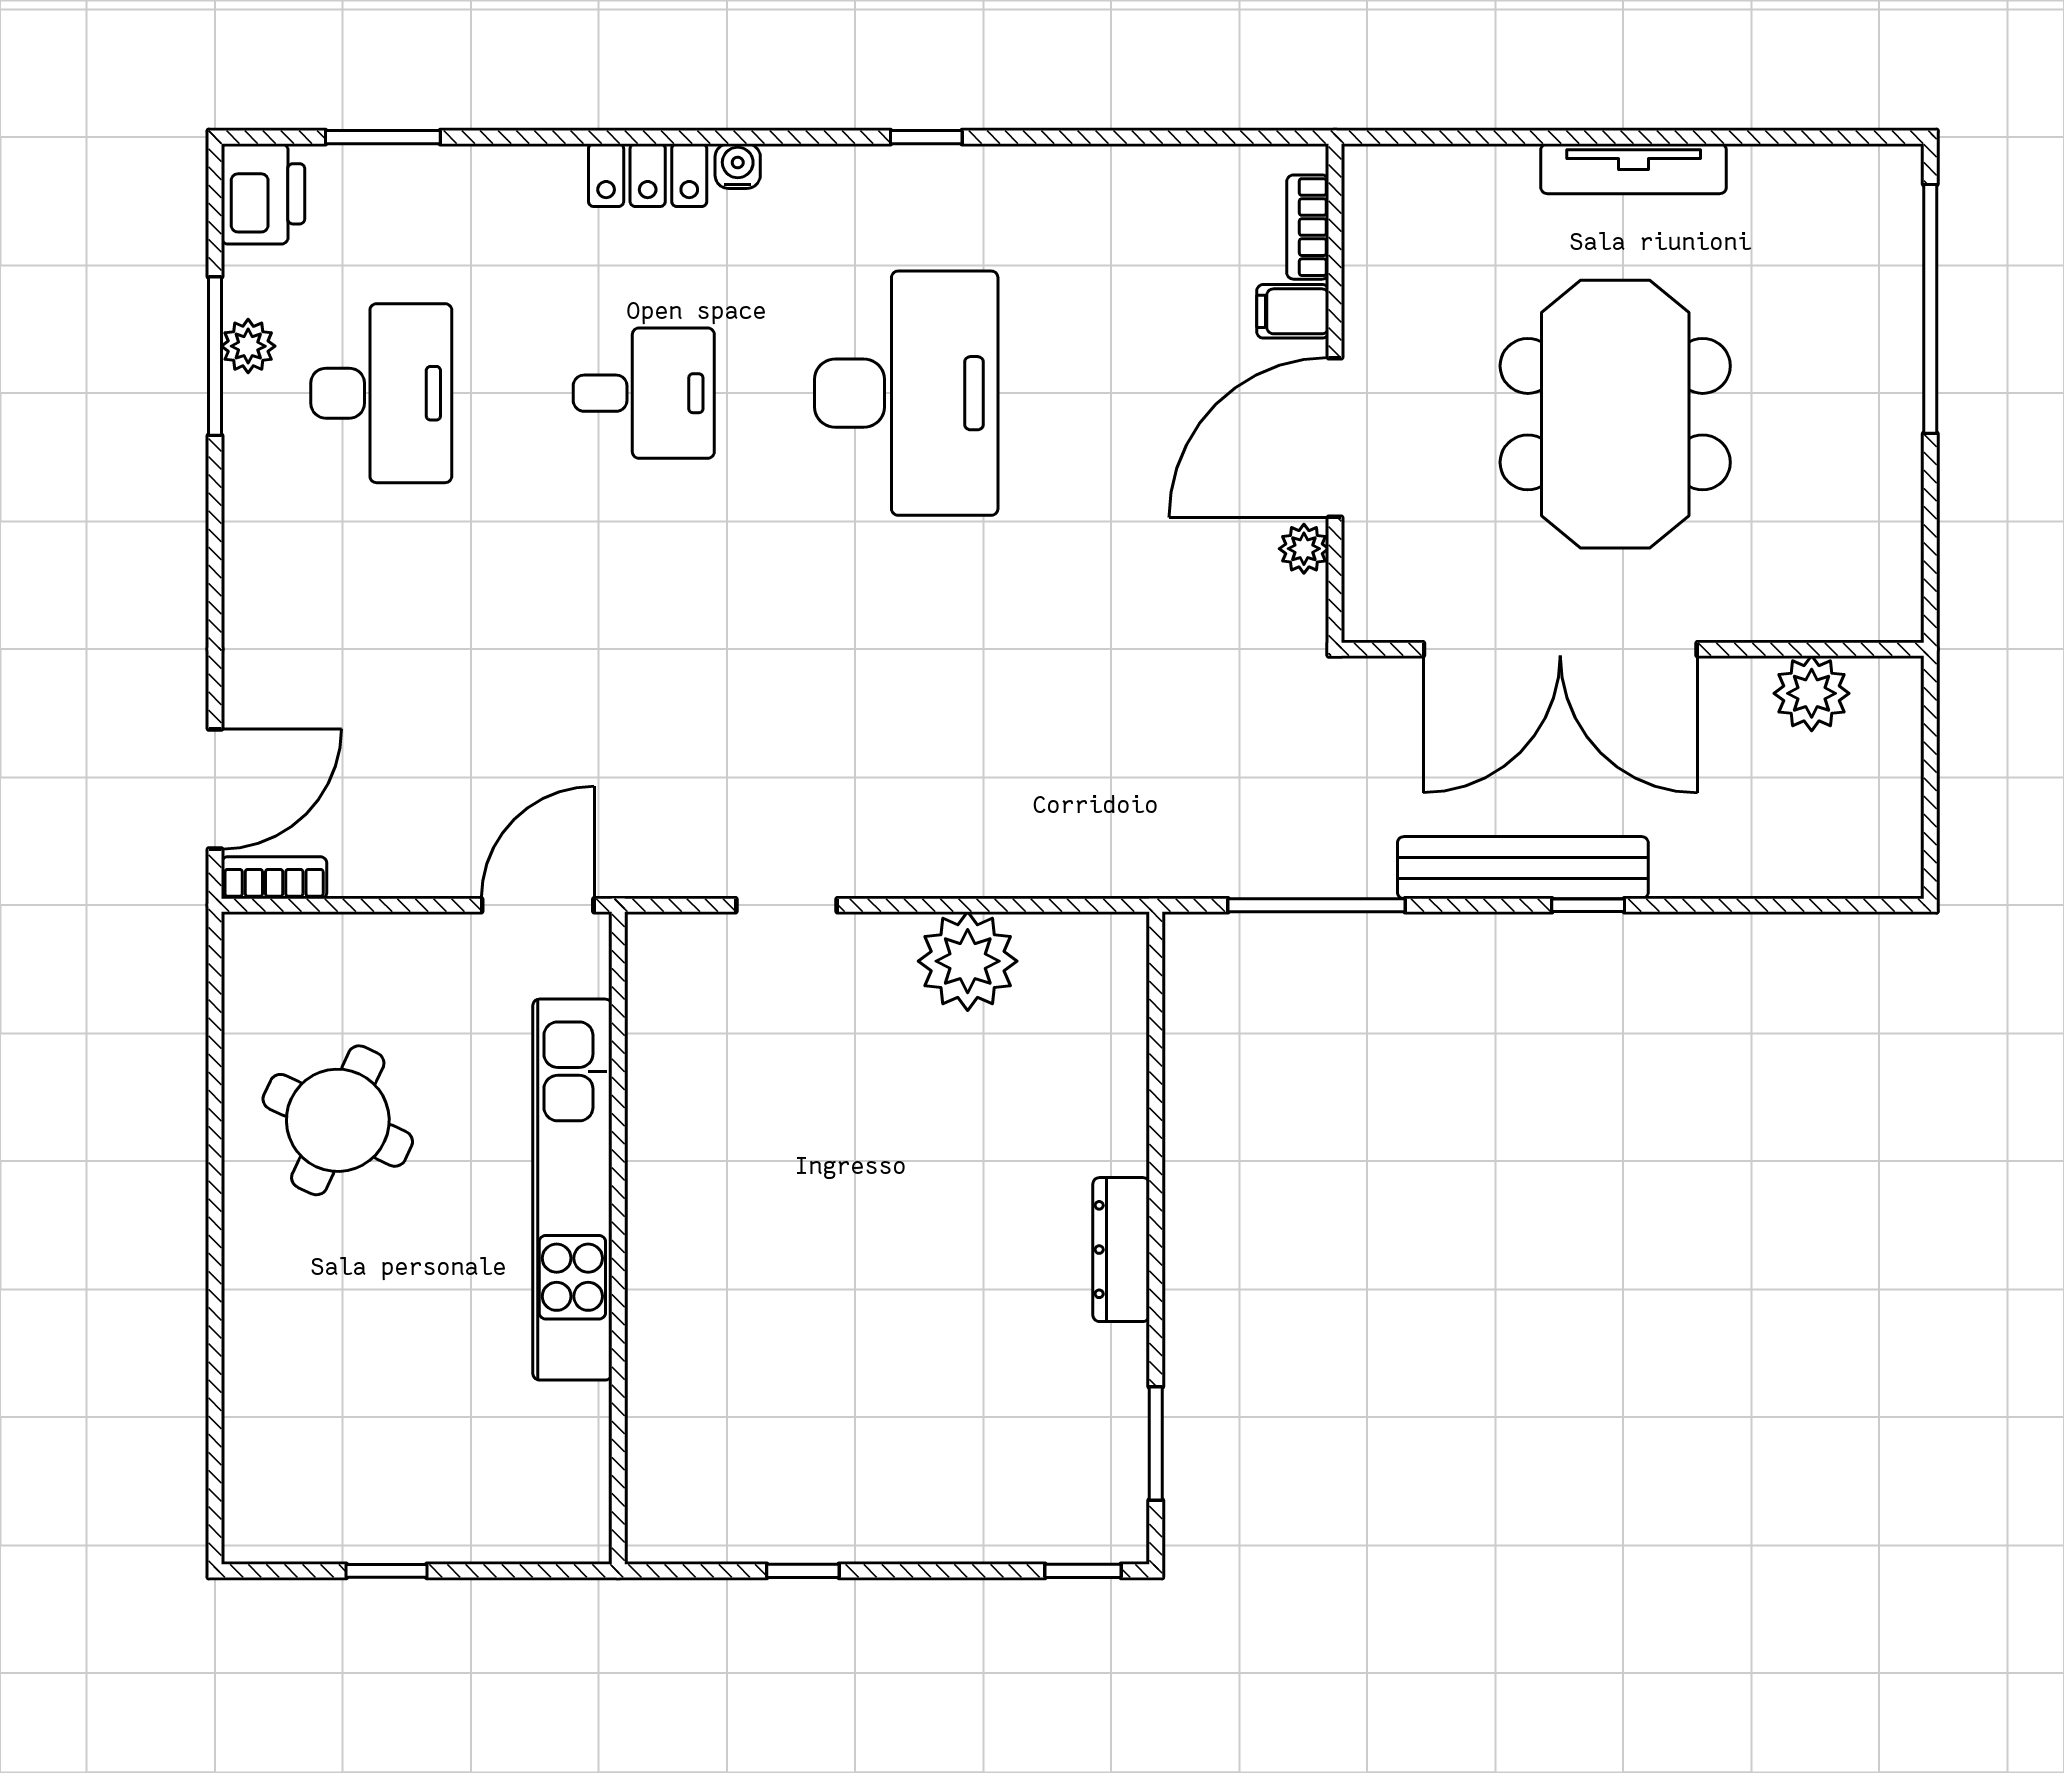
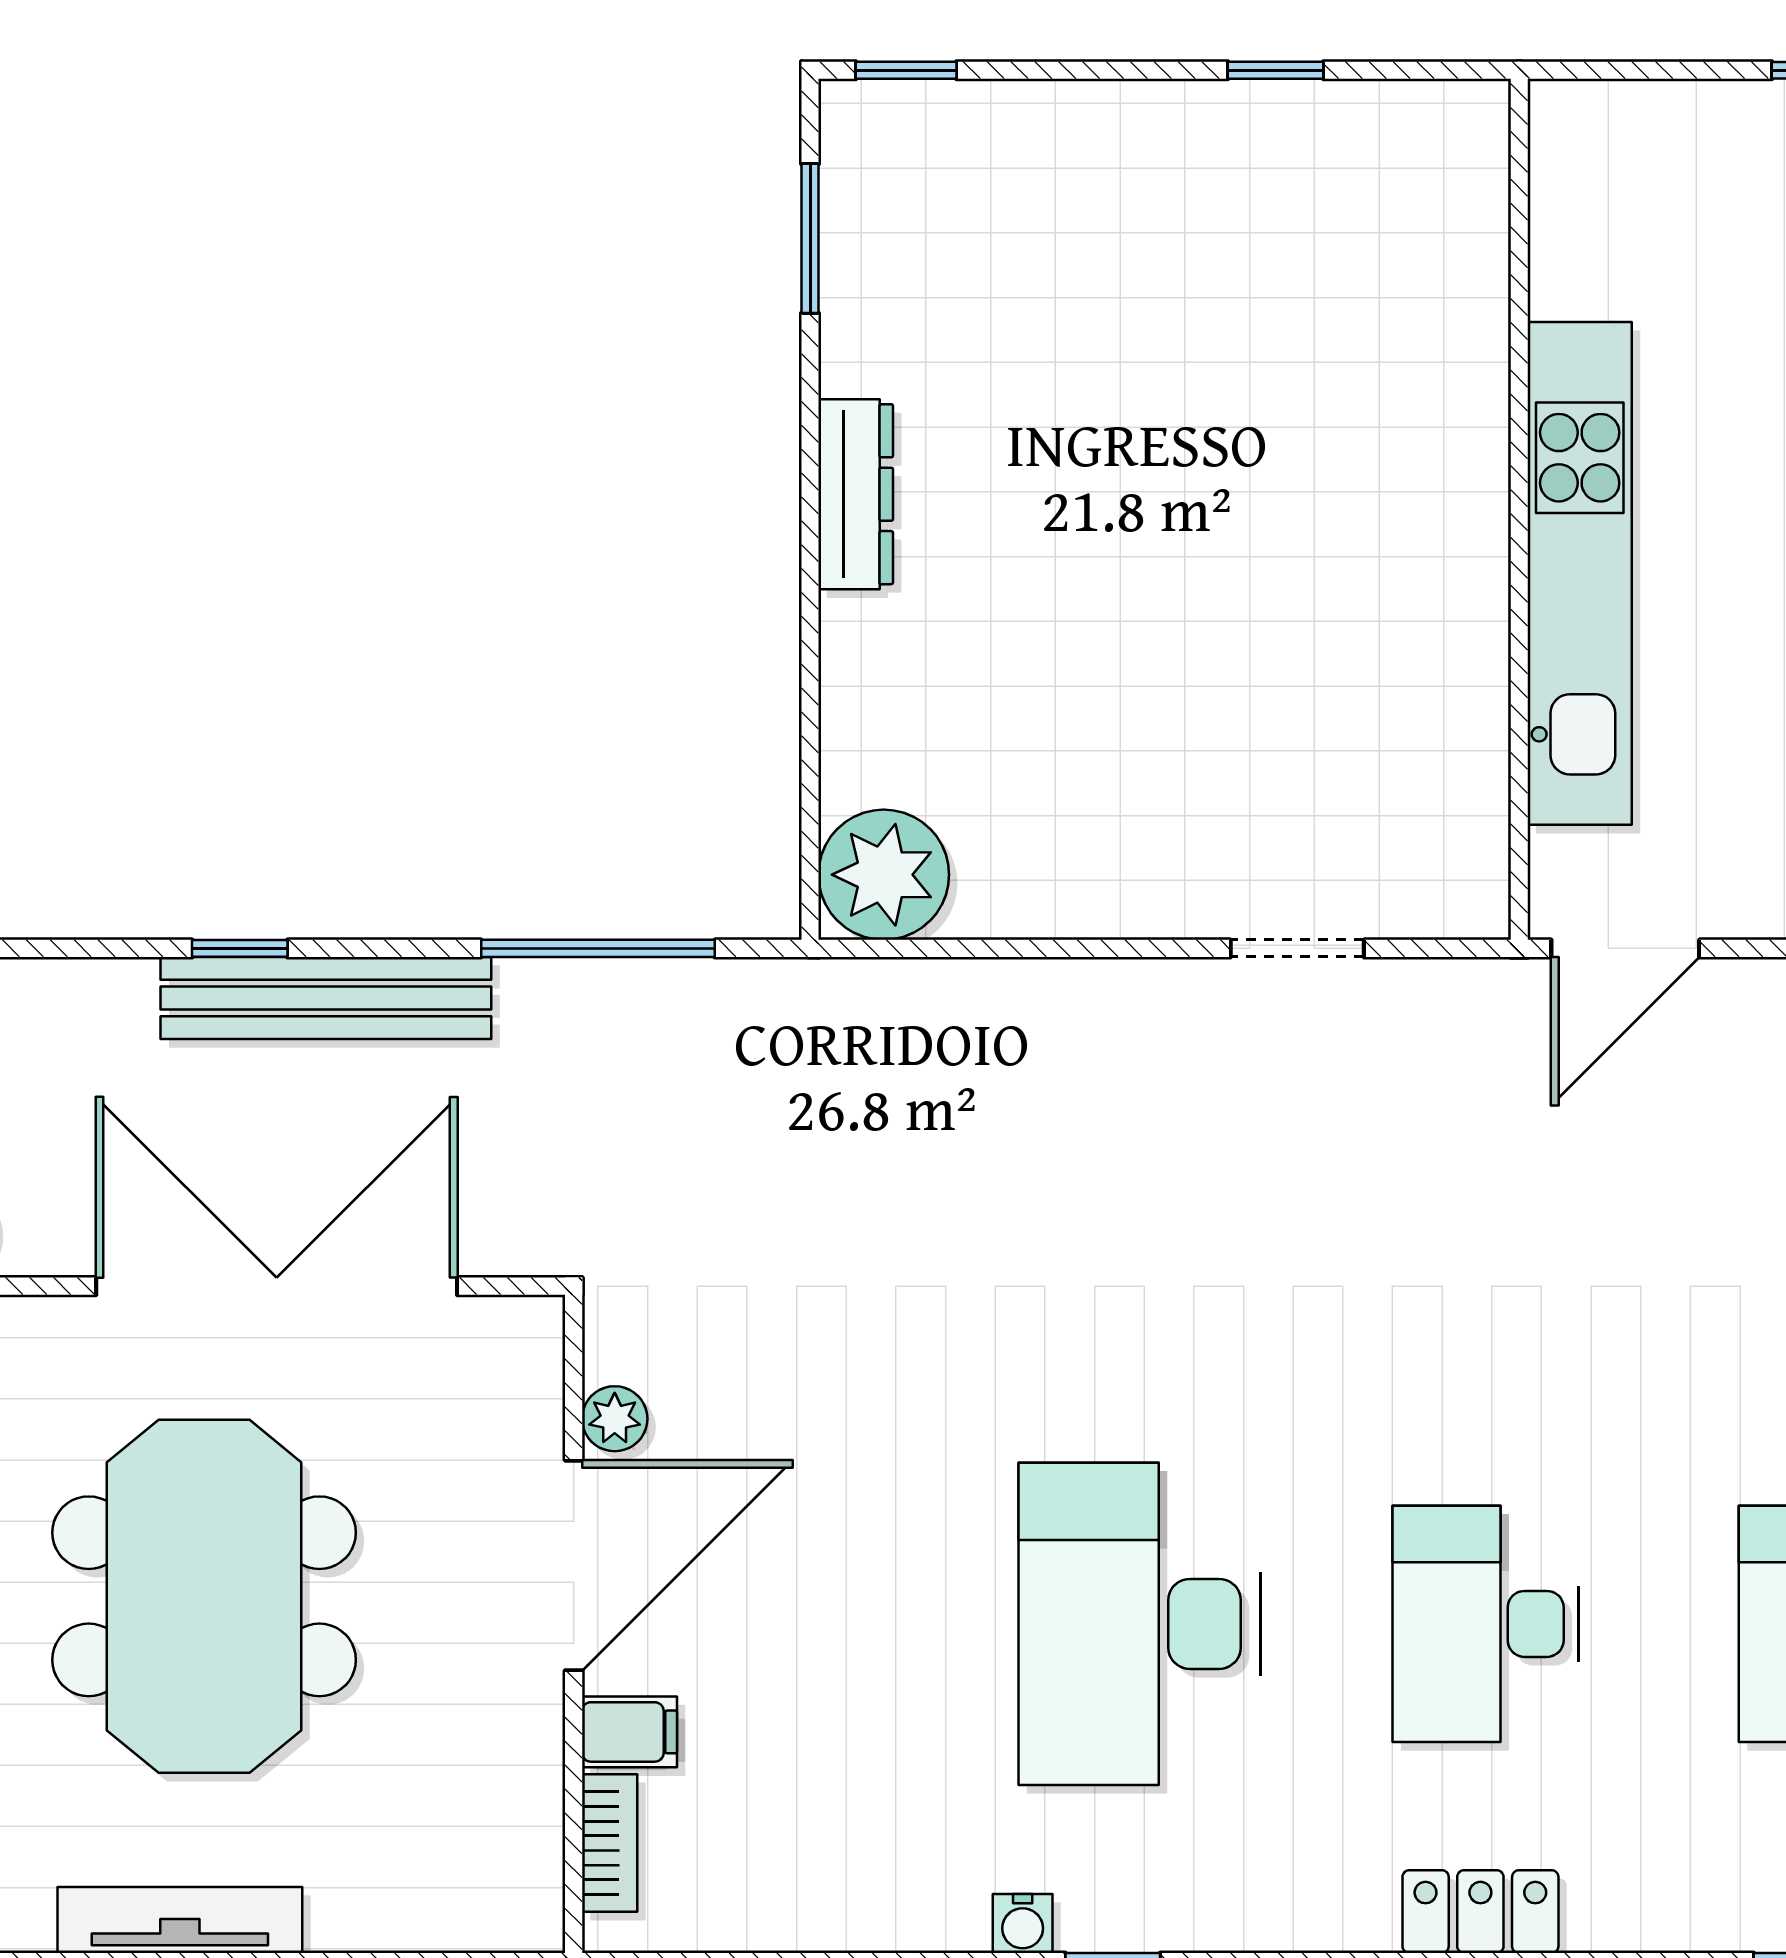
water cooler: (738, 166) -> (1023, 1924), moved
desk: (644, 393) -> (1486, 1624), width x1.37
plant: (968, 961) -> (884, 875), moved

